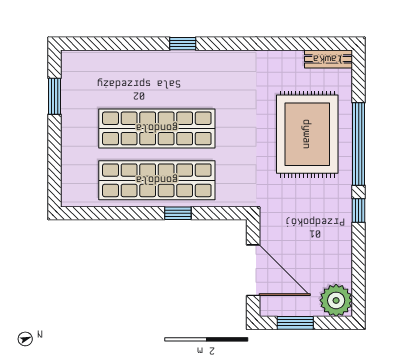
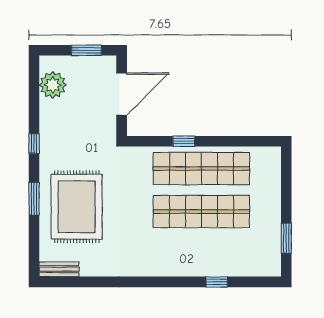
window: (183, 44) -> (217, 282), moved
window: (359, 144) -> (34, 199), width x0.47
door: (253, 270) -> (122, 94), swing flipped
plant: (336, 300) -> (53, 85), moved

